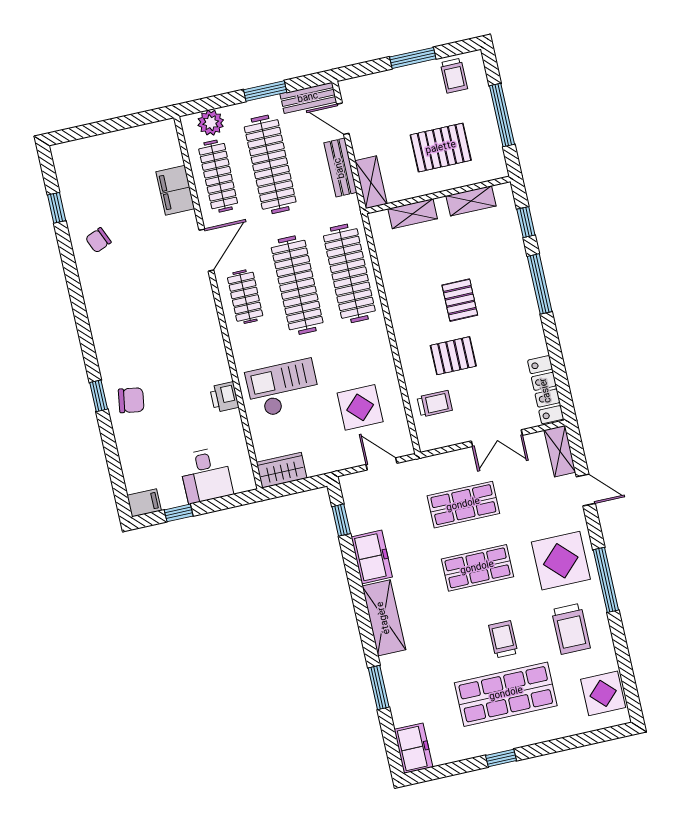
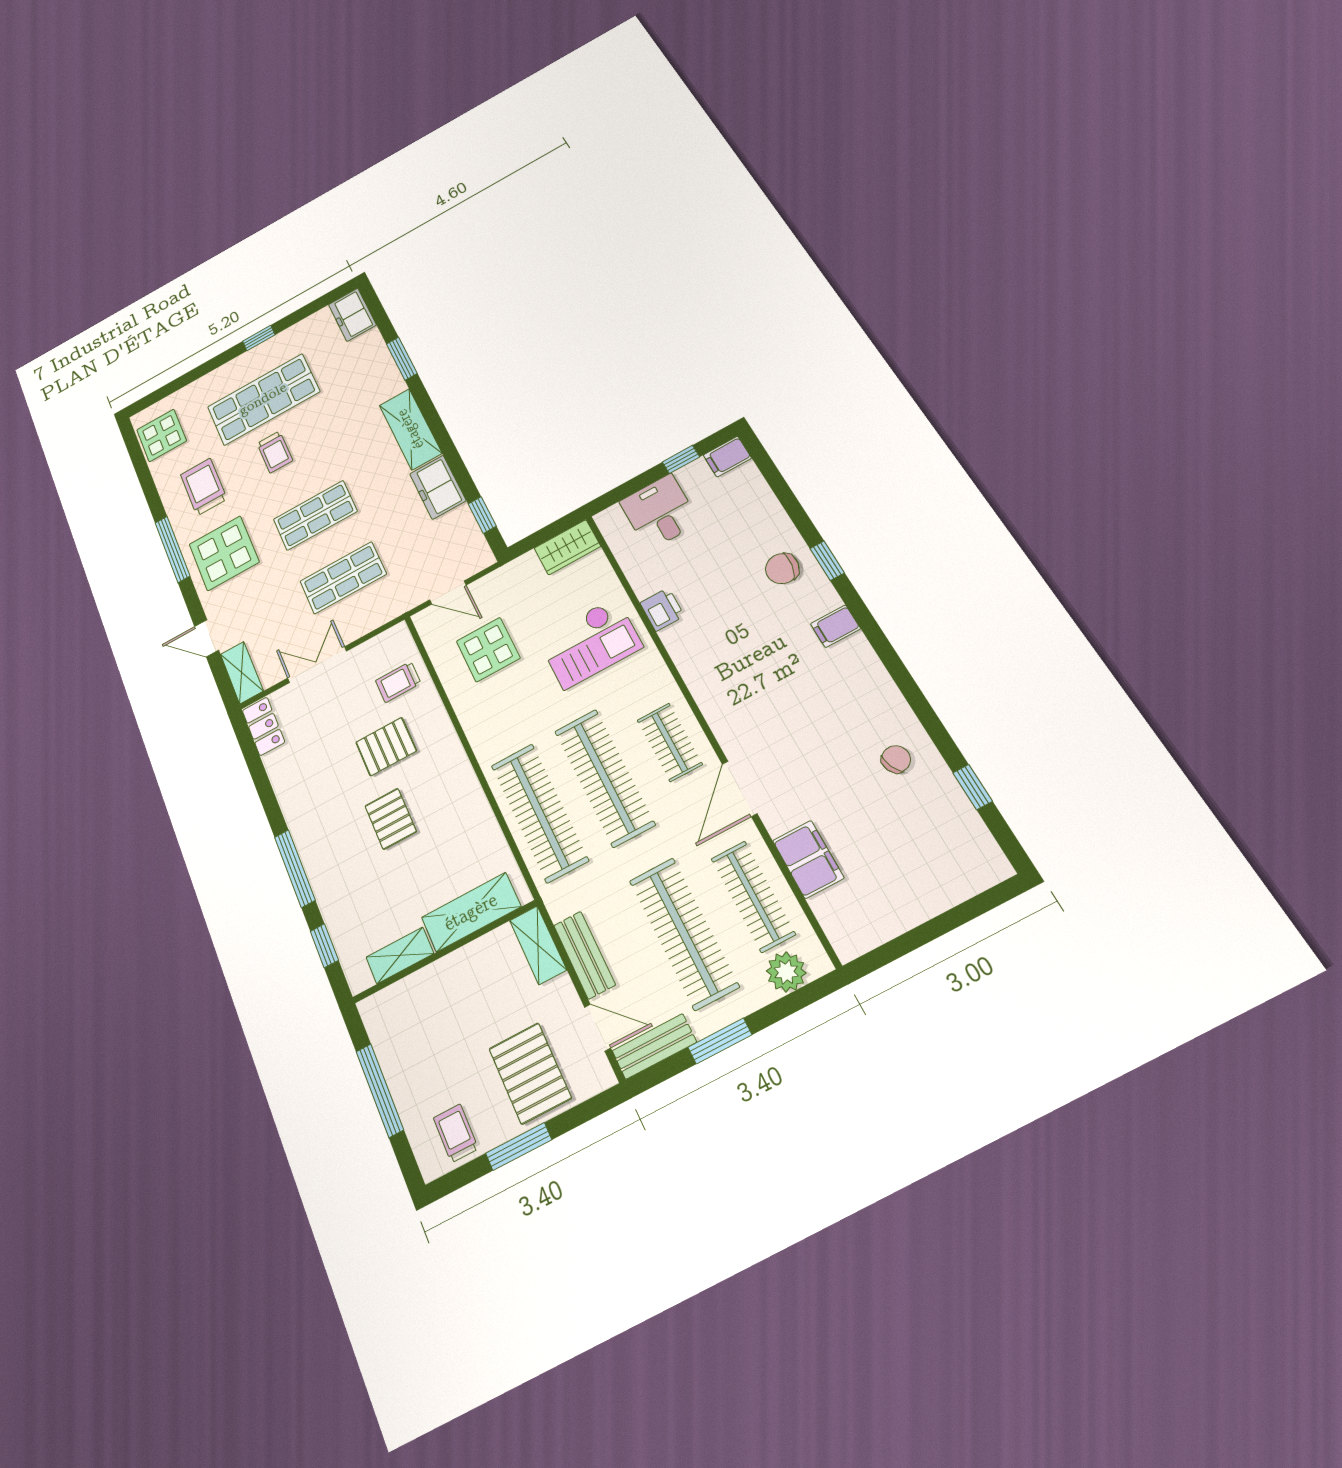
pallet: (441, 148) -> (530, 1073), moved, turned 90
shelving: (413, 214) -> (471, 912), width x1.50, depth x1.33
filing cabinet: (108, 345) -> (835, 626), added
locker: (546, 390) -> (263, 726), width x0.66

